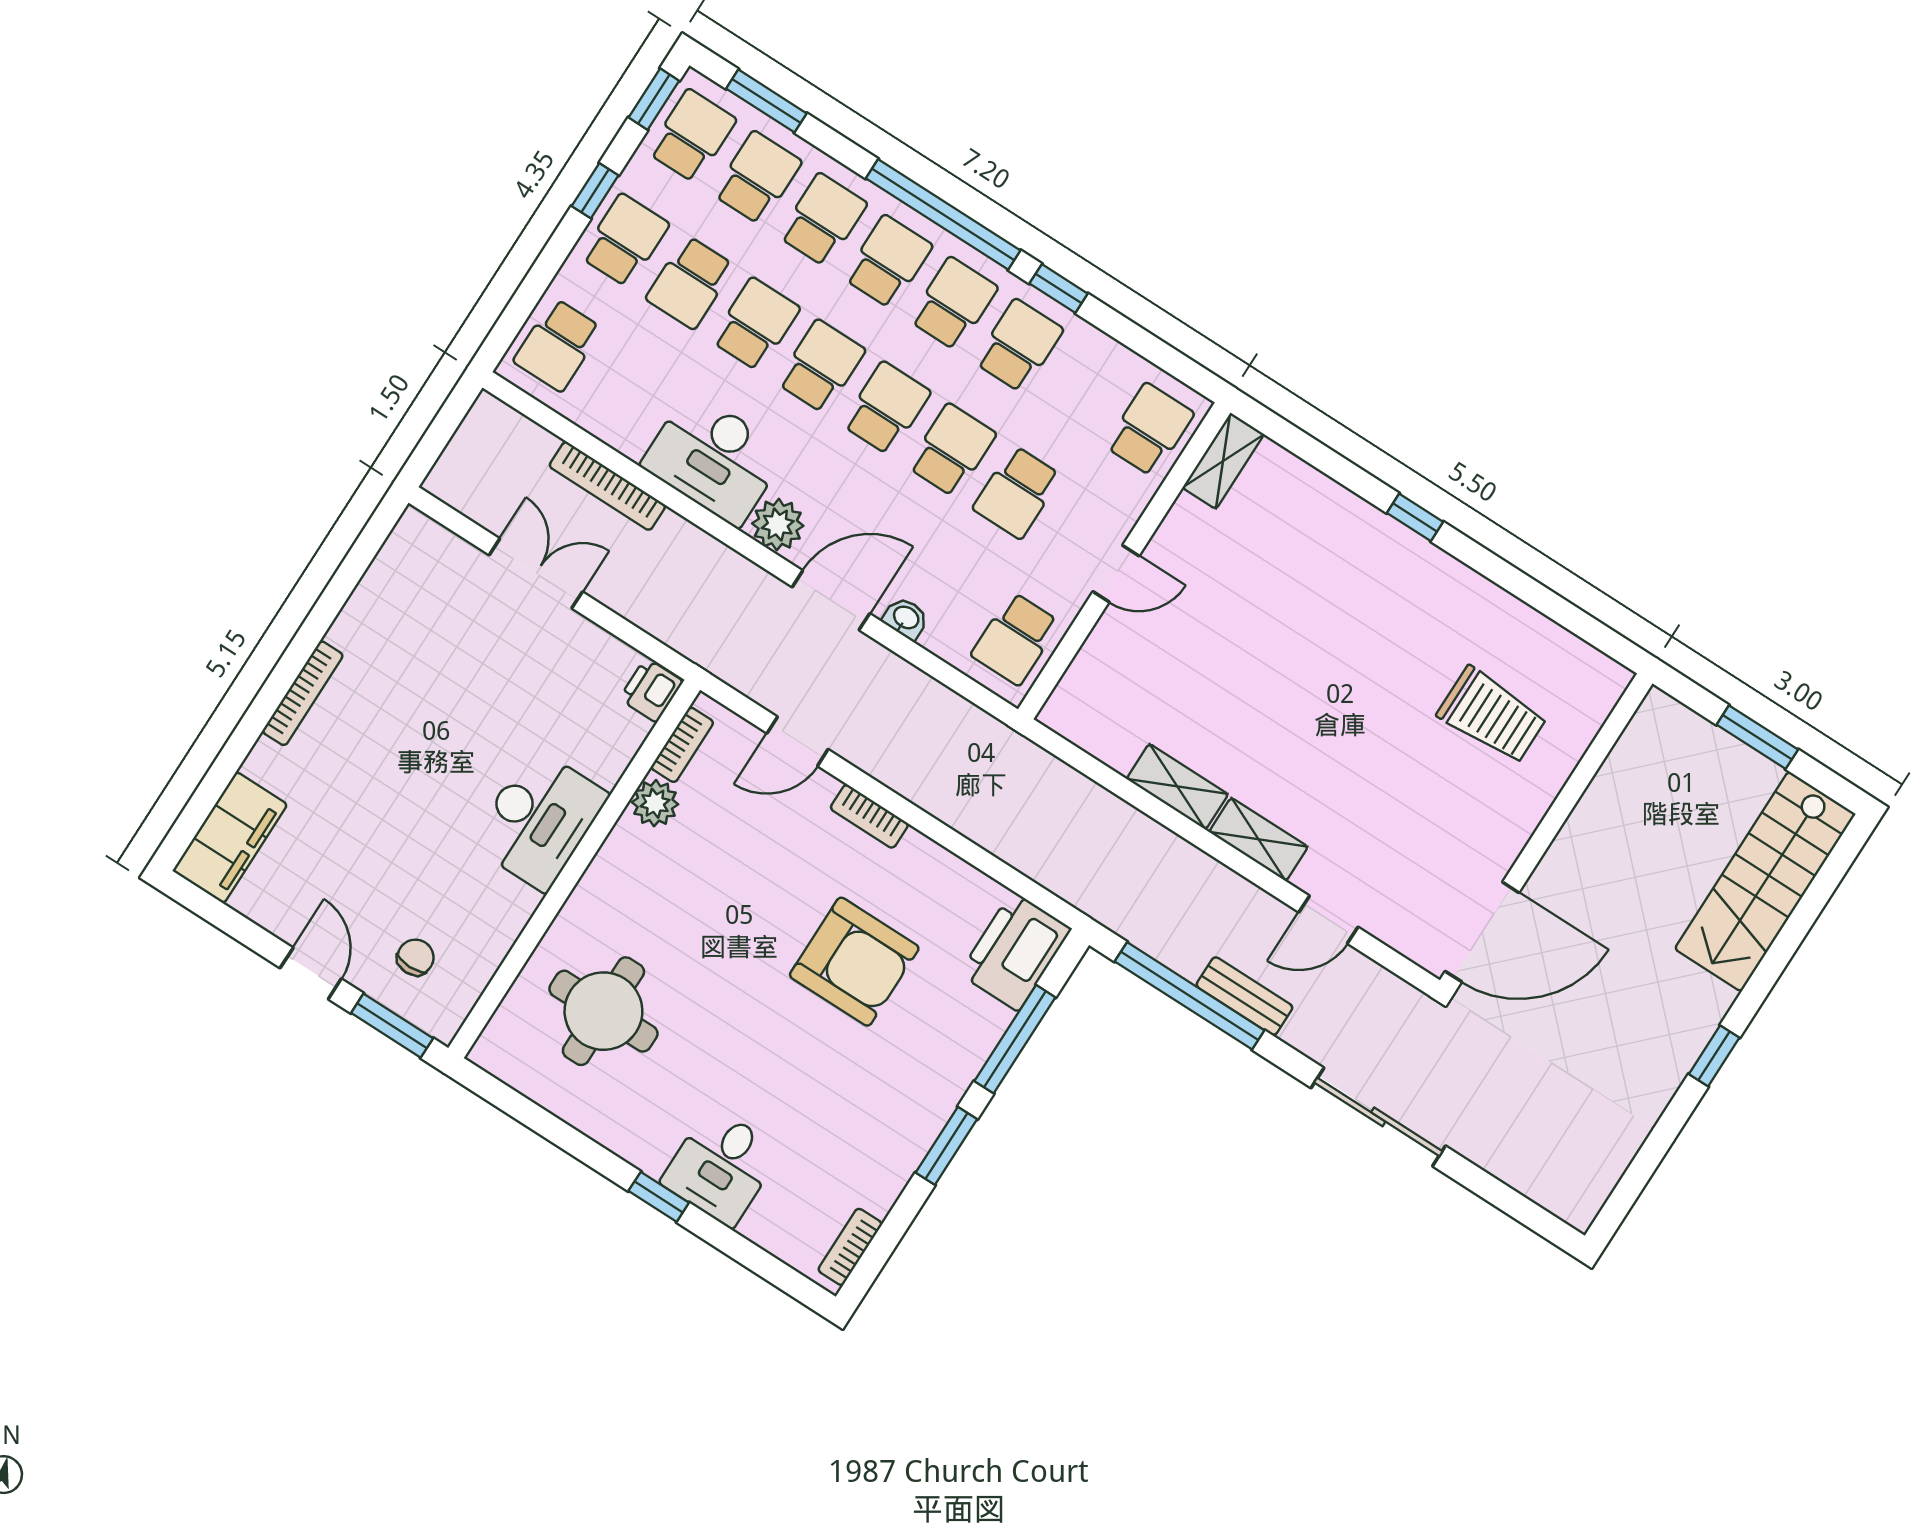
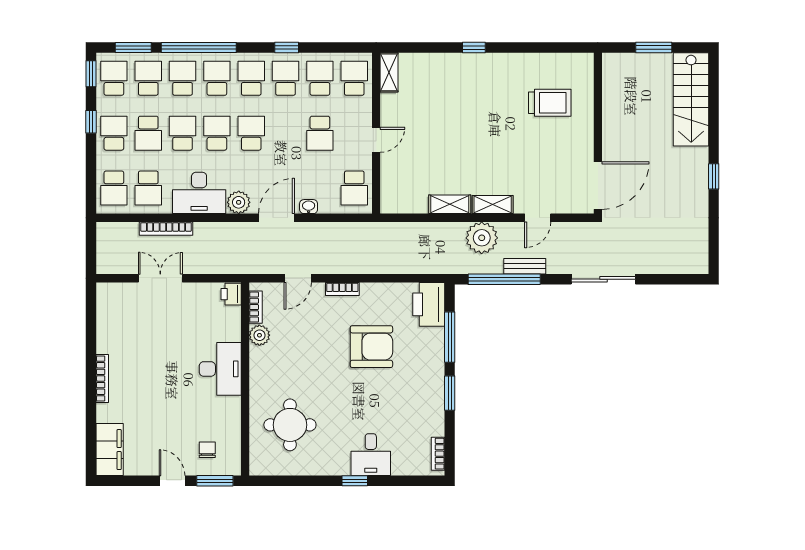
window: (943, 214) -> (199, 47), moved
school desk: (623, 387) -> (148, 188), added
school desk: (952, 450) -> (320, 78), moved
plant: (1197, 889) -> (482, 238), added

